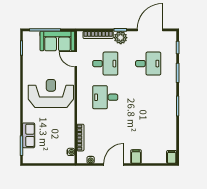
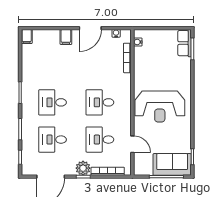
sofa: (57, 41) -> (172, 164), moved
desk: (105, 97) -> (100, 102), turned 180
desk: (148, 97) -> (53, 102), added
row of seats: (29, 135) -> (185, 43), moved

